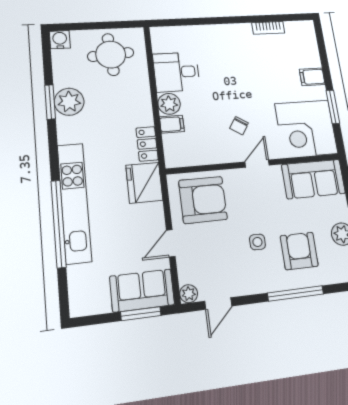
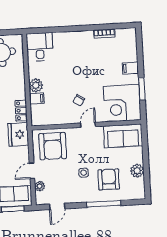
desk: (176, 72) -> (40, 47), moved, turned 90
armchair: (203, 200) -> (53, 146), turned 90
plant: (189, 294) -> (40, 186), moved

